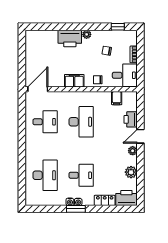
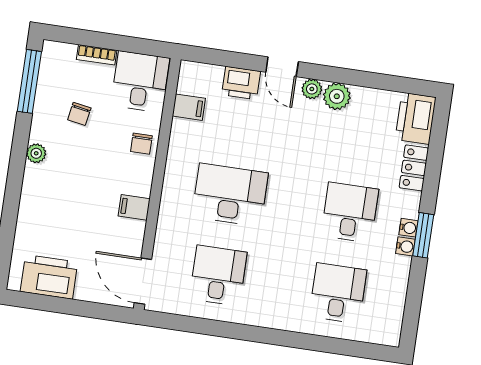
window: (118, 27) -> (29, 81), width x2.17
printer: (70, 38) -> (49, 277), moved, turned -90
filing cabinet: (74, 81) -> (134, 207), width x0.50
plant: (131, 172) -> (337, 96), moved
desk: (45, 175) -> (338, 293), width x0.73

